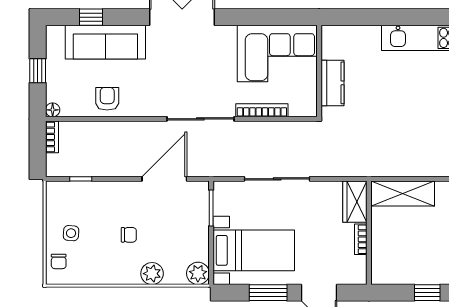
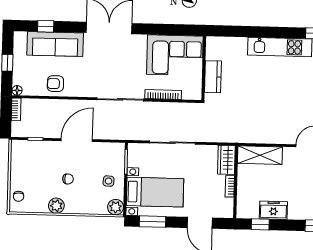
armchair: (107, 99) -> (55, 84), turned -90
door: (164, 179) -> (77, 140), moved
side table: (71, 233) -> (109, 181), moved
freezer: (424, 272) -> (273, 210), added
plant: (152, 274) -> (56, 206), moved
window: (268, 293) -> (153, 222), moved
window: (427, 293) -> (260, 224), moved

